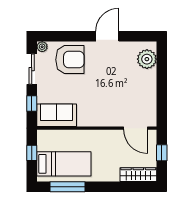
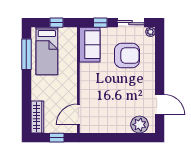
door: (107, 36) -> (160, 105), moved
armchair: (70, 60) -> (127, 56), moved, turned -90

